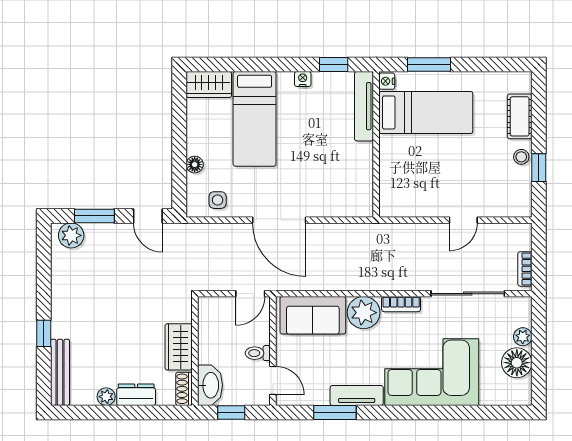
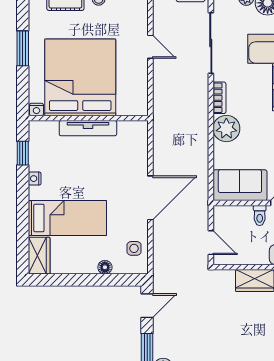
window: (429, 64) -> (23, 48), moved
tv unit: (364, 106) -> (88, 128), moved
bed: (426, 112) -> (80, 77), width x2.04
door: (250, 294) -> (211, 243), moved
sofa: (313, 315) -> (240, 185), moved, turned -90

